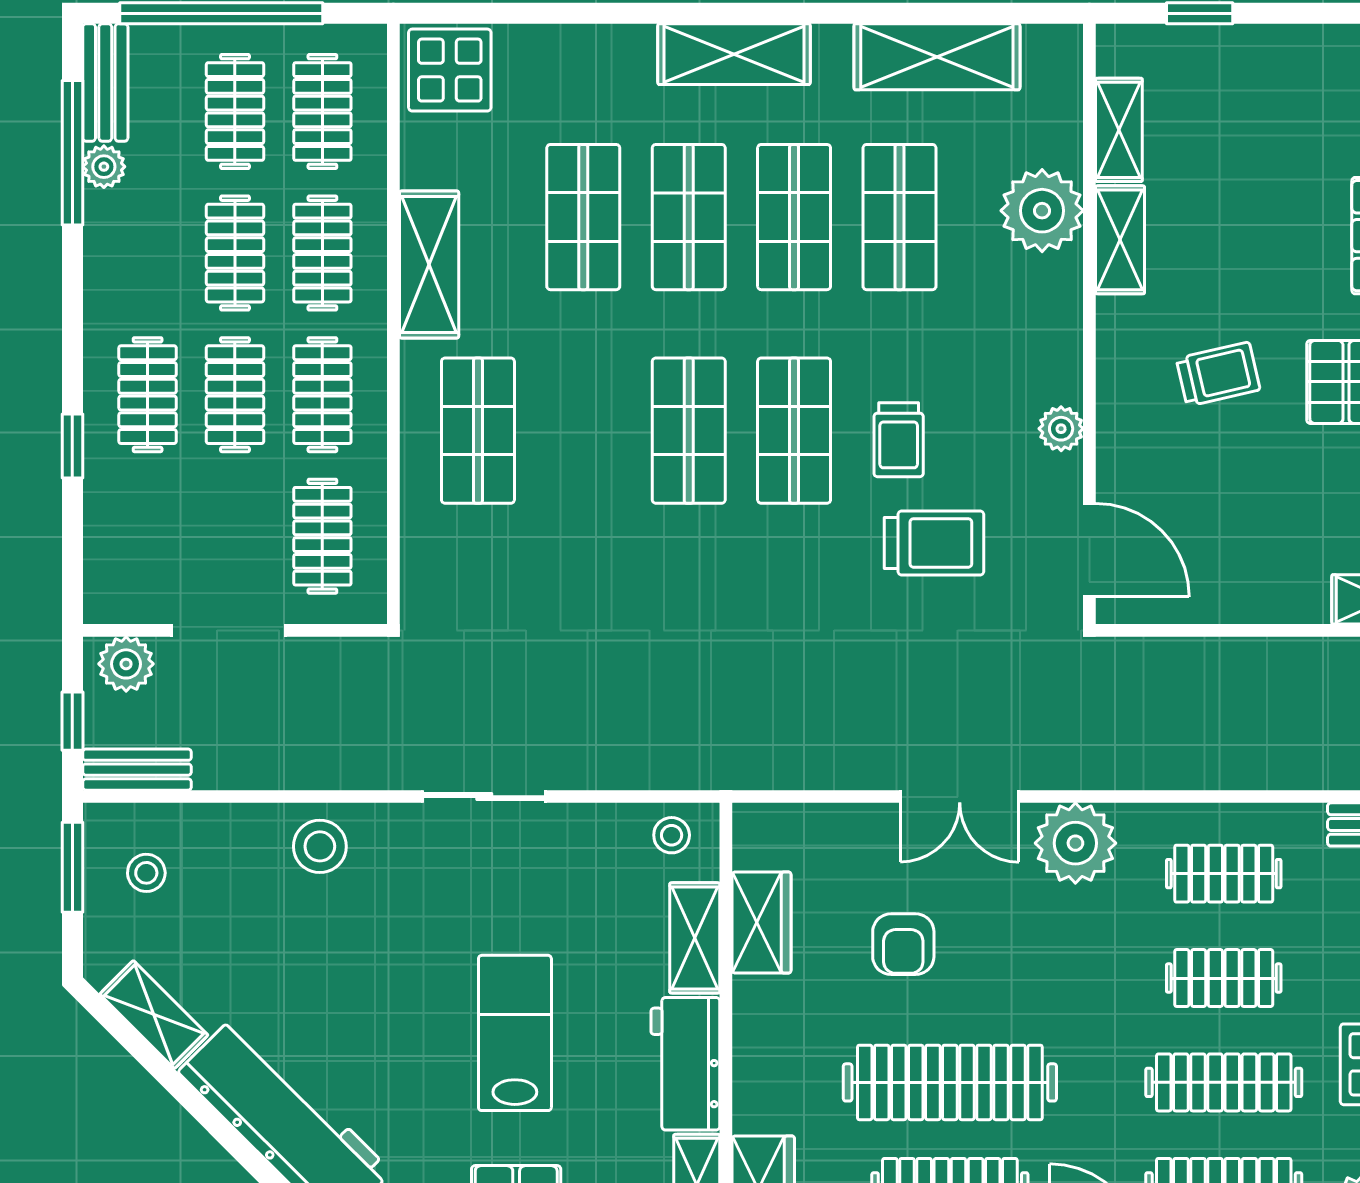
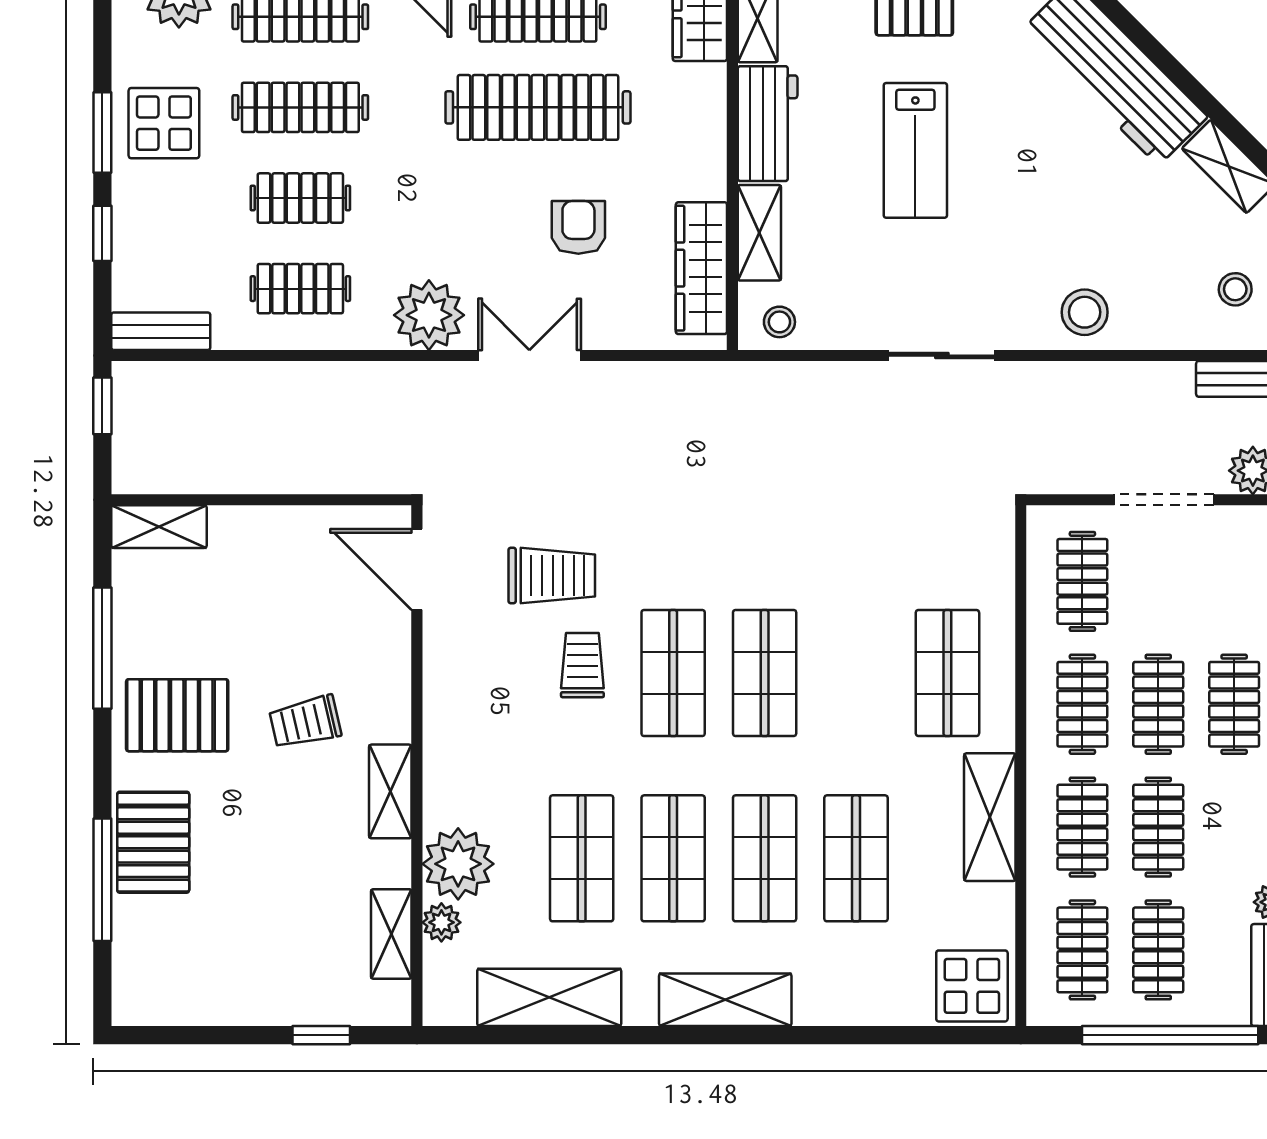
shelving: (1120, 240) -> (390, 791), moved
plant: (1061, 429) -> (441, 922), moved
trolley: (934, 543) -> (552, 576), turned 180
wardrobe: (761, 923) -> (701, 268), width x1.50

